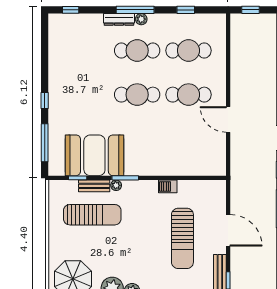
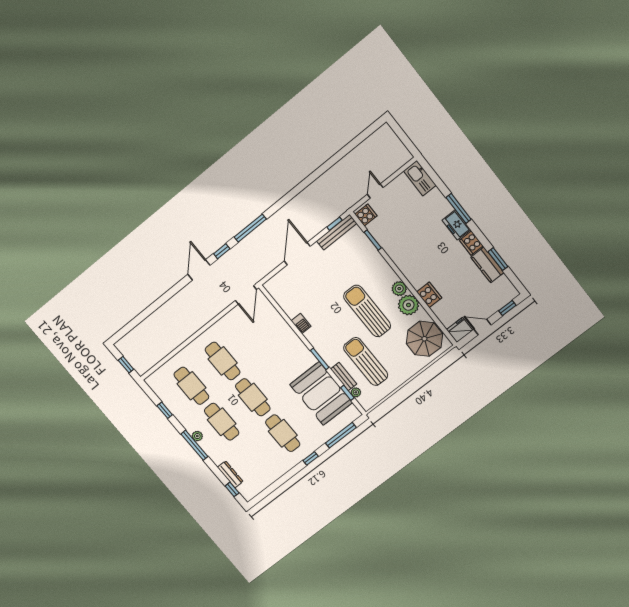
dresser: (119, 19) -> (230, 474), moved
cafe table: (86, 95) -> (283, 433), added
door: (228, 119) -> (246, 295), moved
plant: (116, 185) -> (356, 392), moved
sun lounger: (182, 238) -> (367, 311), moved, turned -90

